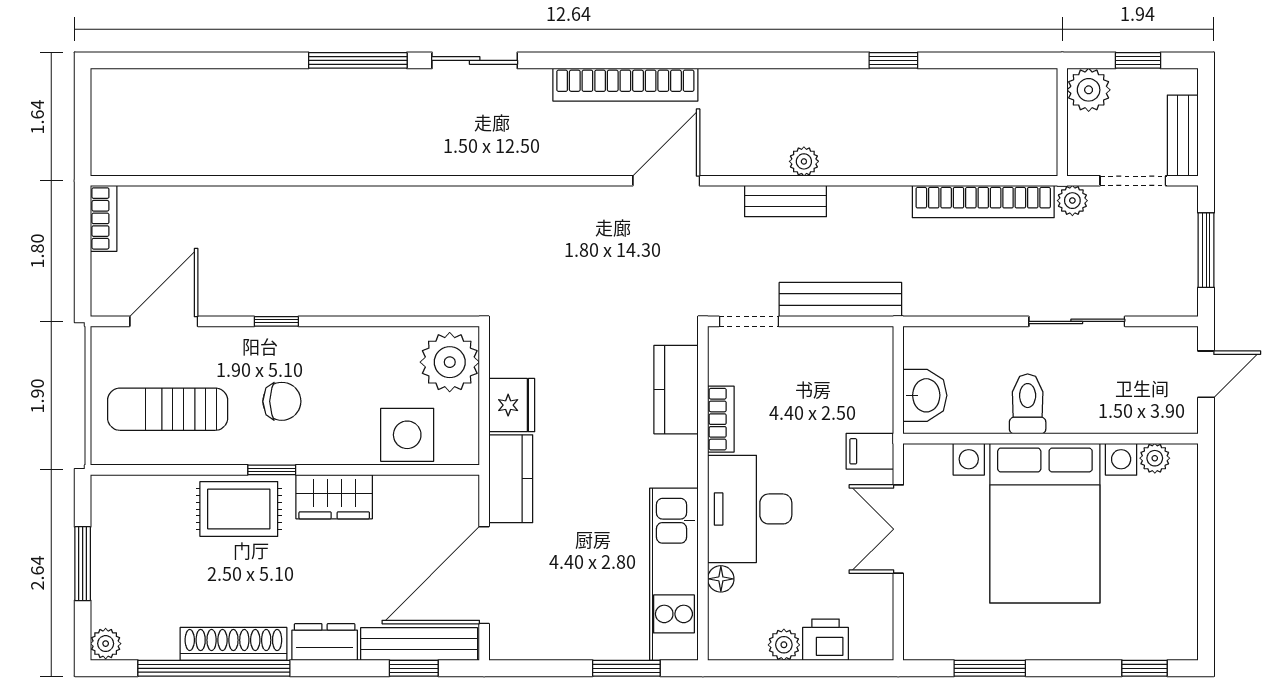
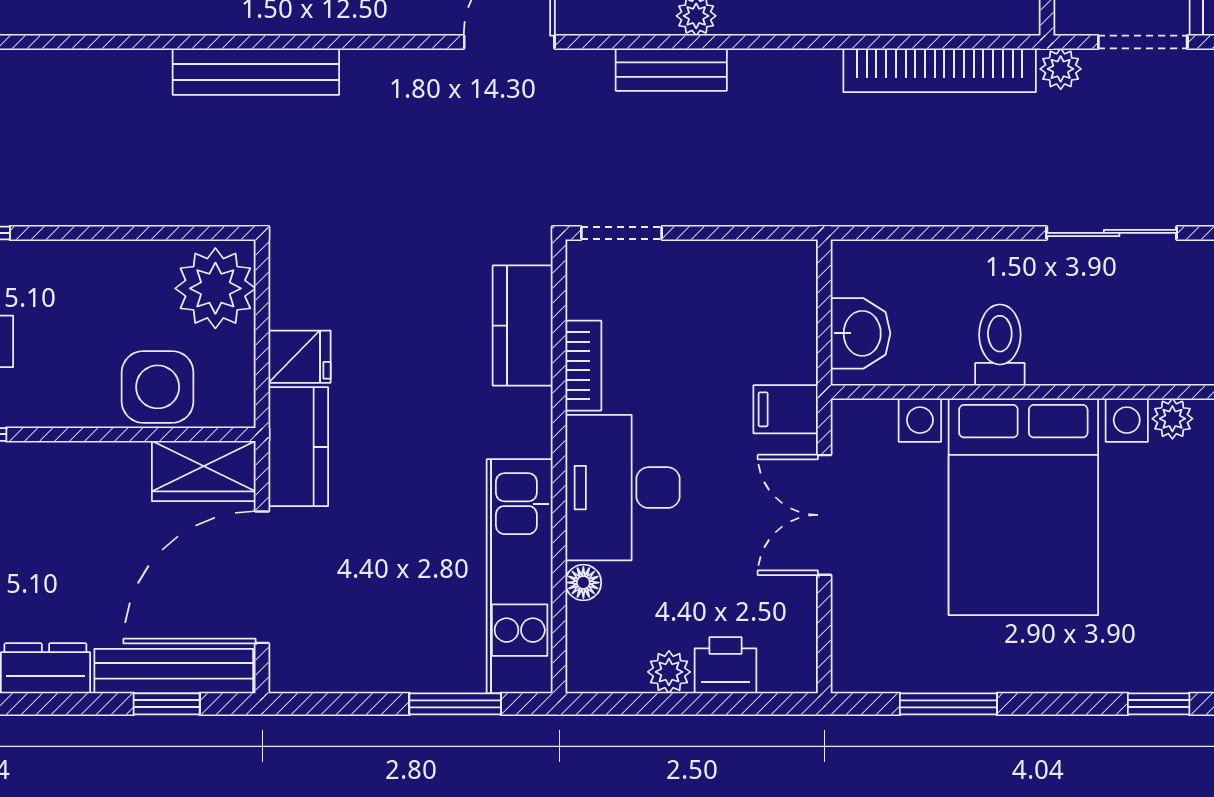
bench: (840, 300) -> (256, 72), moved
sliding door: (1077, 321) -> (1112, 233), moved
fridge: (512, 405) -> (300, 357), width x0.72
wardrobe: (334, 497) -> (204, 471), moved

